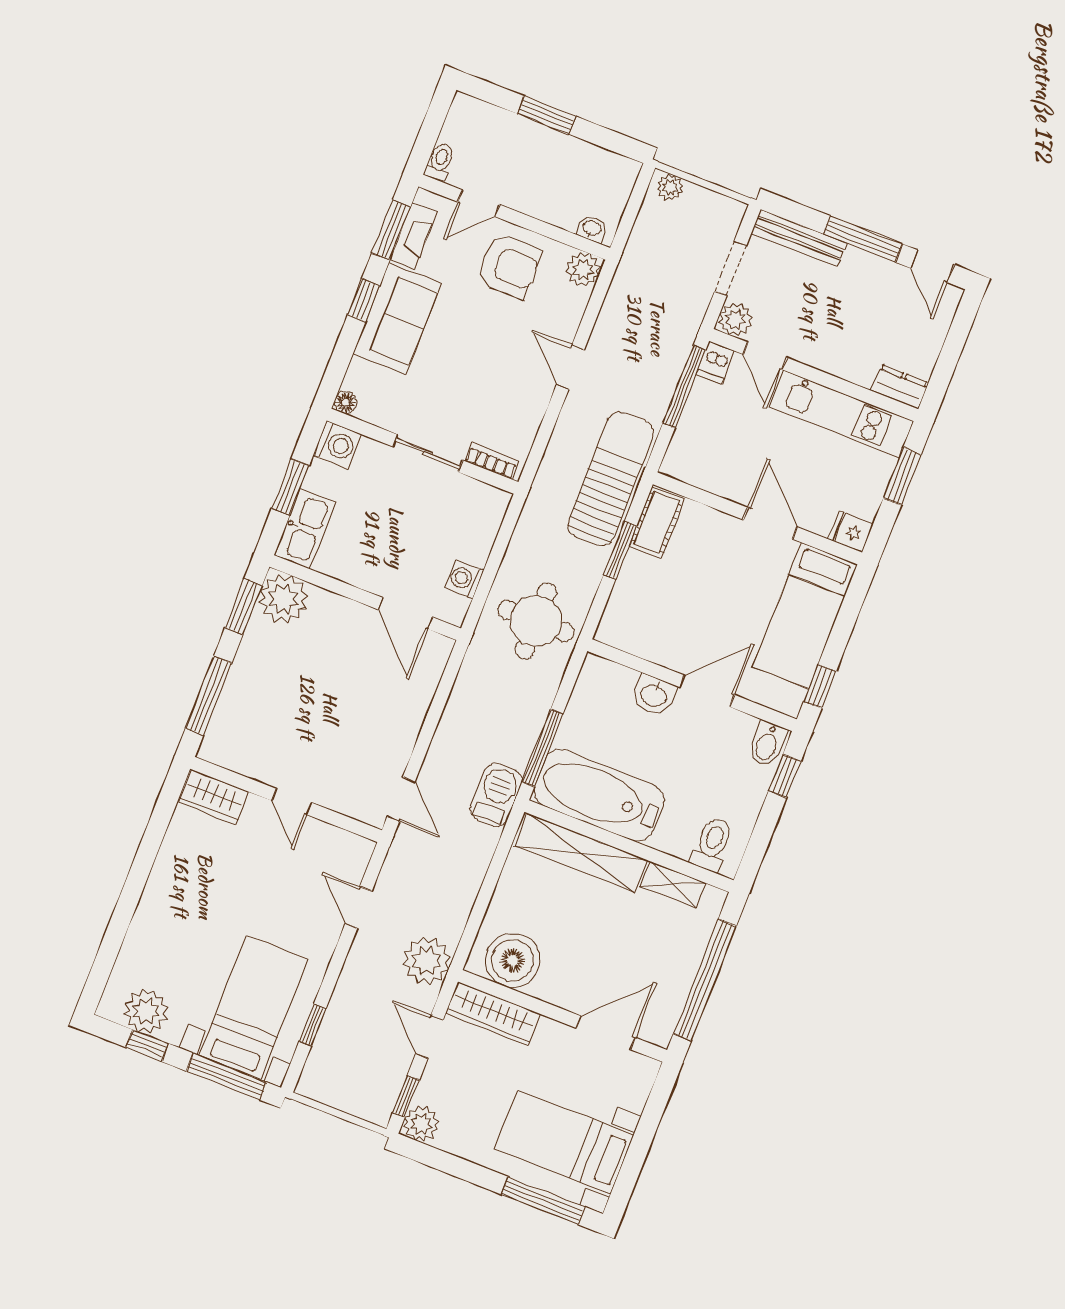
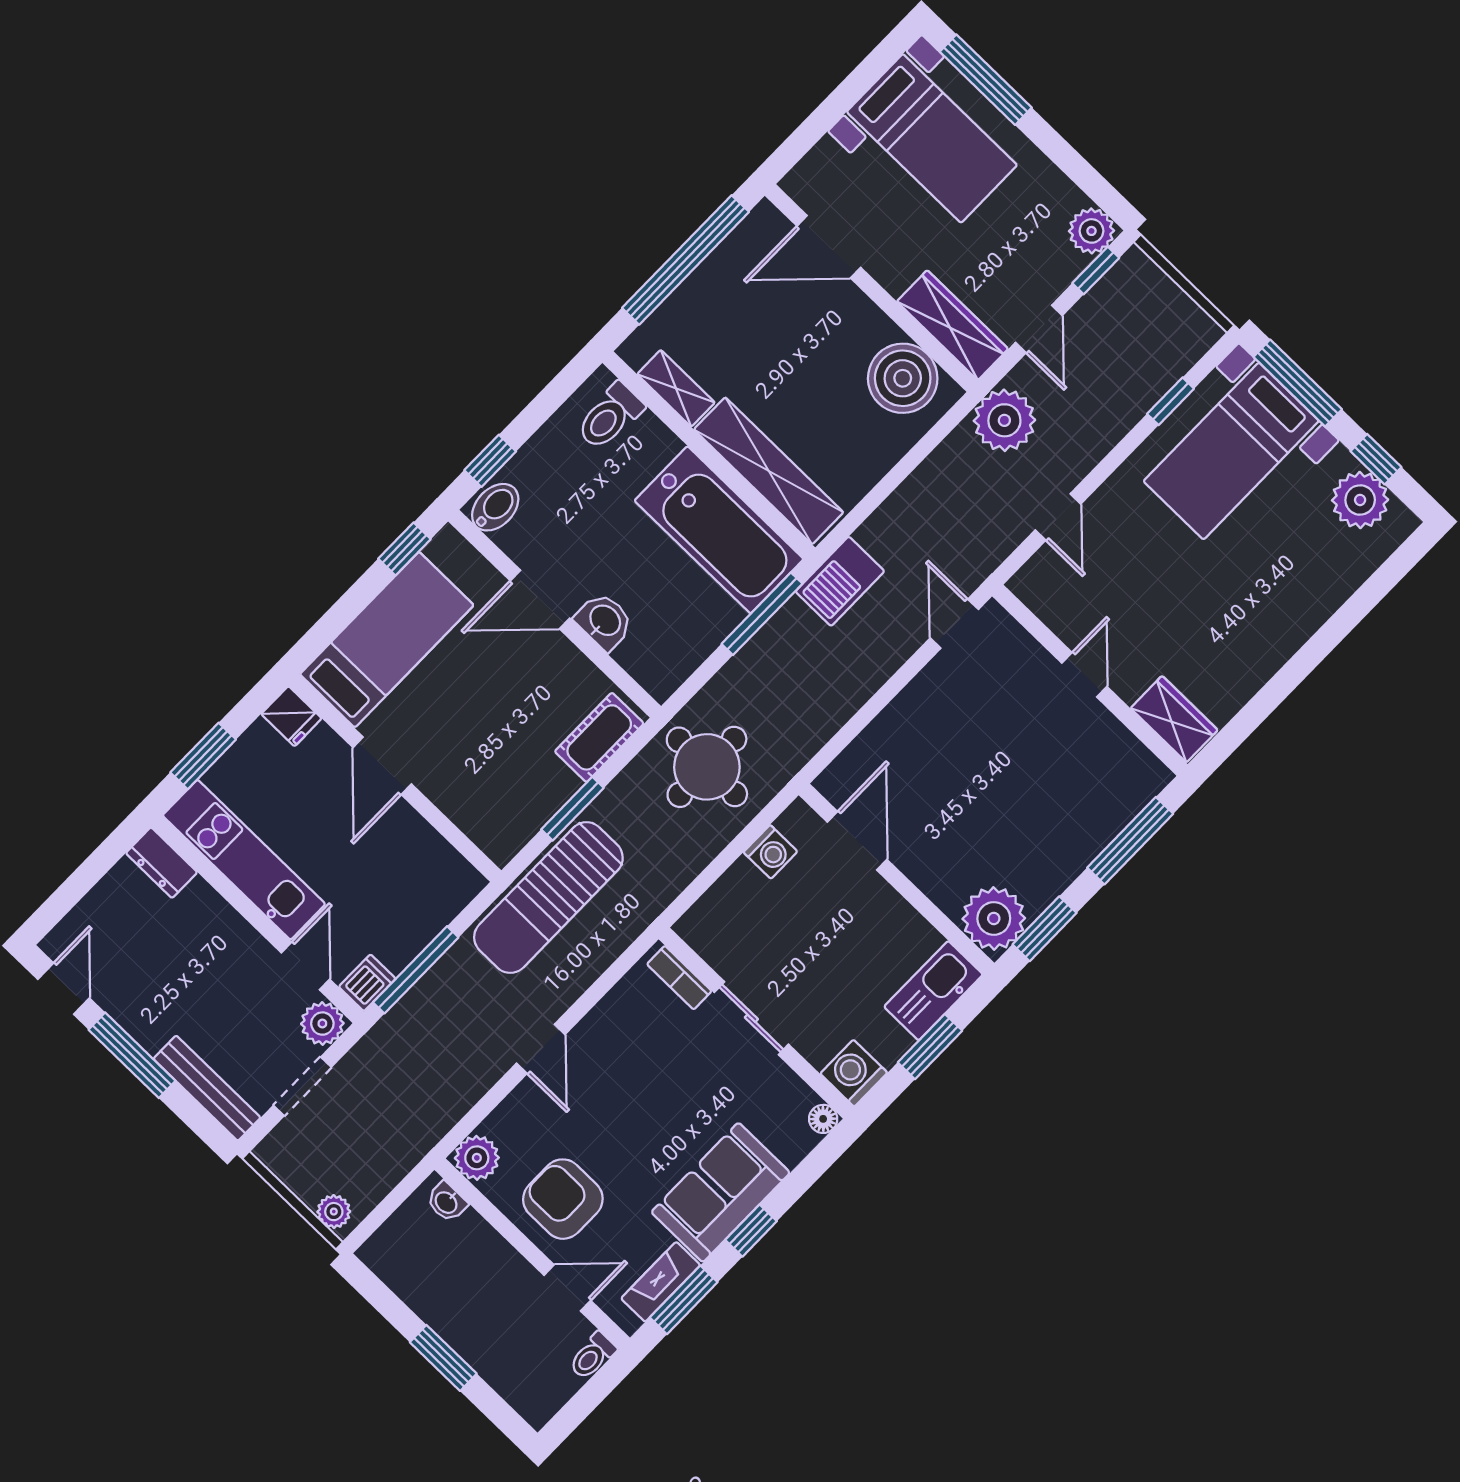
cot: (656, 523) -> (599, 737), moved

